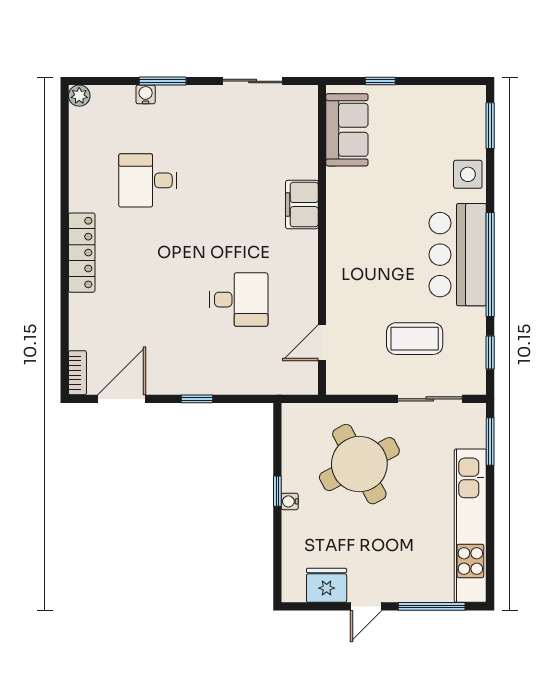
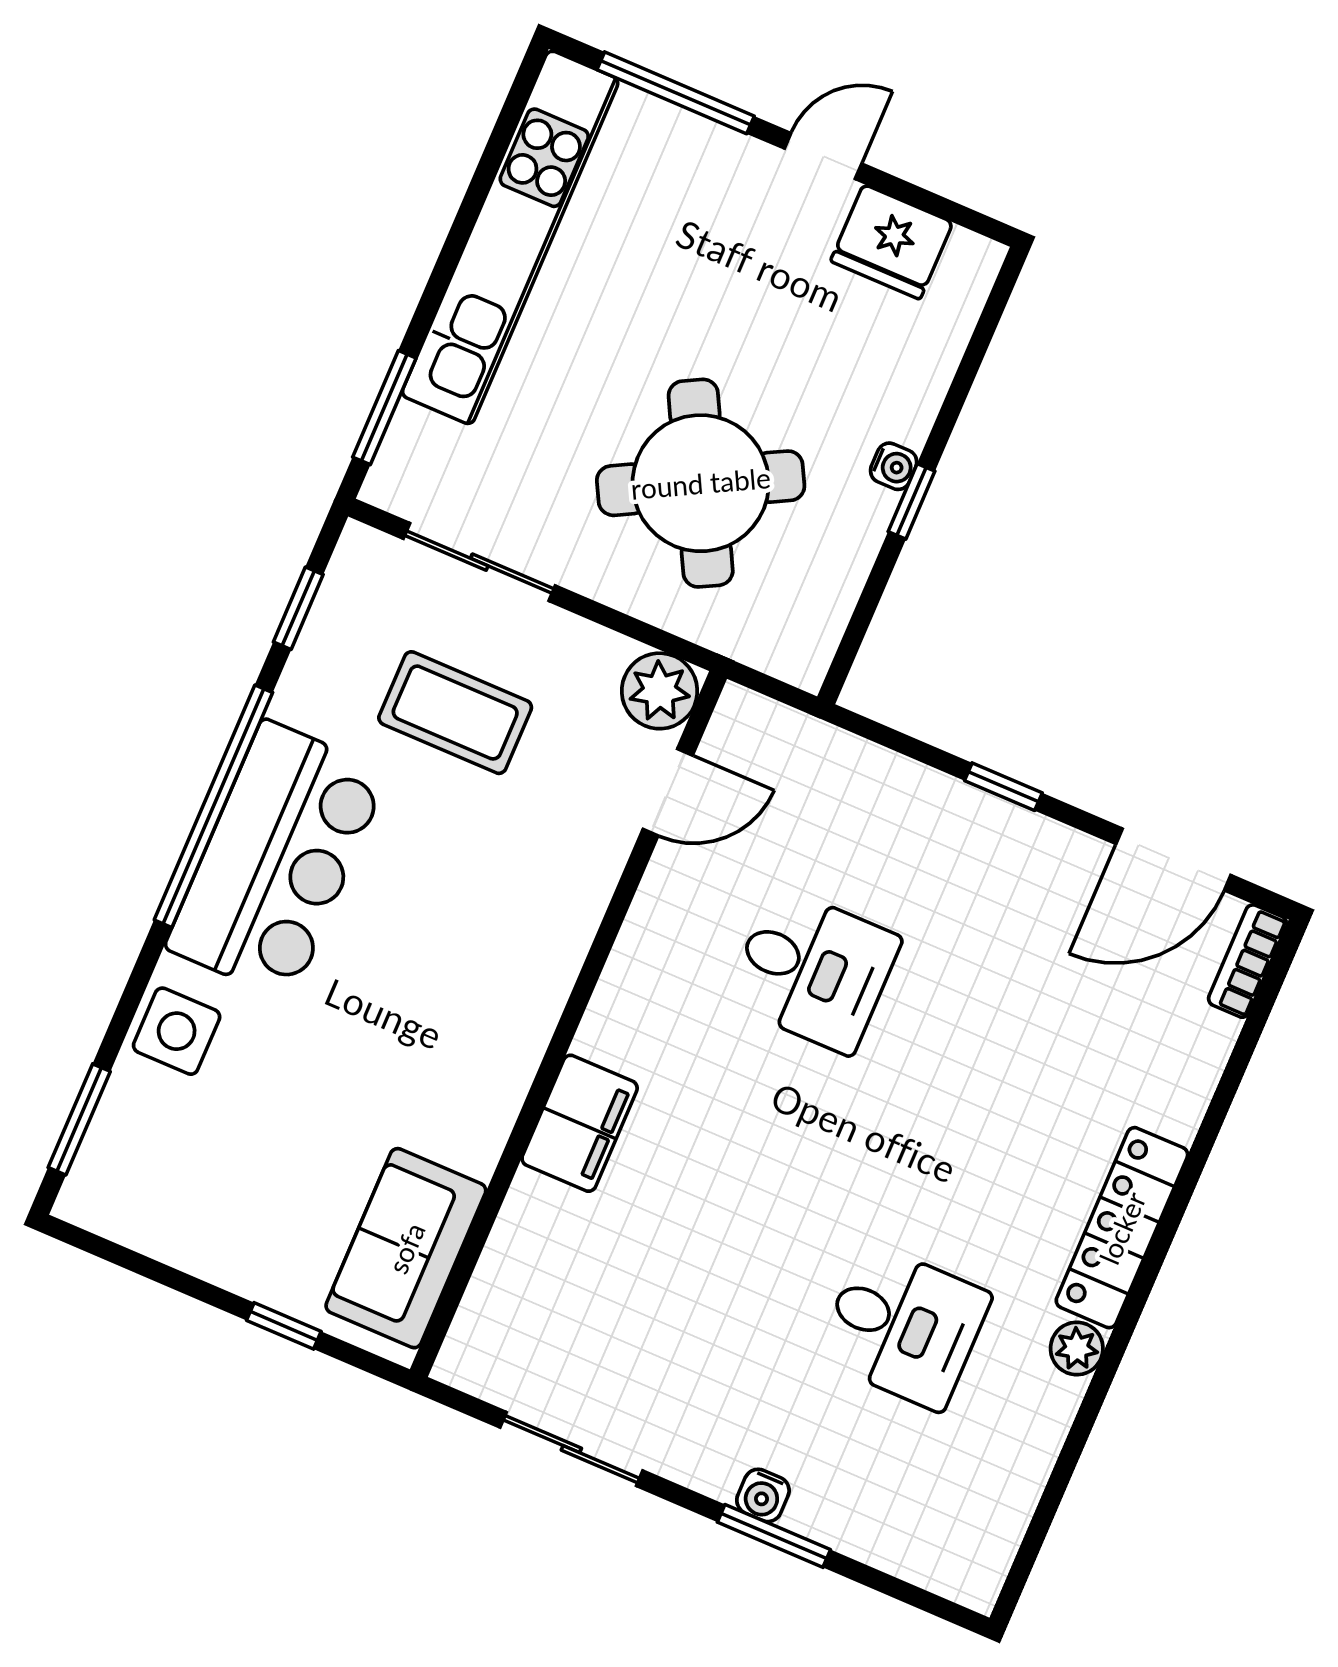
water cooler: (146, 94) -> (763, 1495), moved
plant: (79, 96) -> (1077, 1348), moved
desk: (239, 300) -> (813, 970), turned 180
plant: (341, 380) -> (660, 691), added

